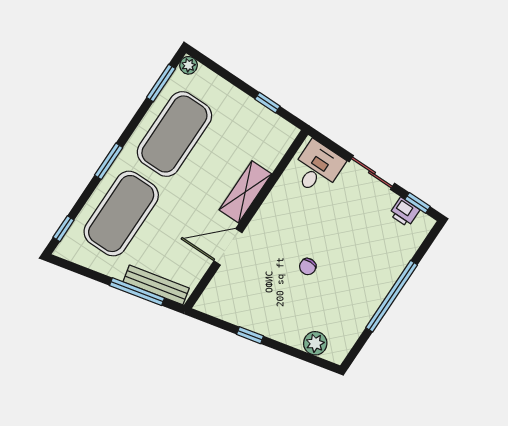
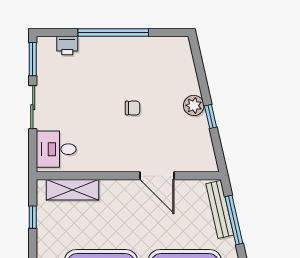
shelving: (245, 192) -> (72, 190), moved
window: (417, 203) -> (33, 59), width x1.50
printer: (404, 212) -> (67, 46), moved, turned 90
plant: (315, 343) -> (194, 105), moved

